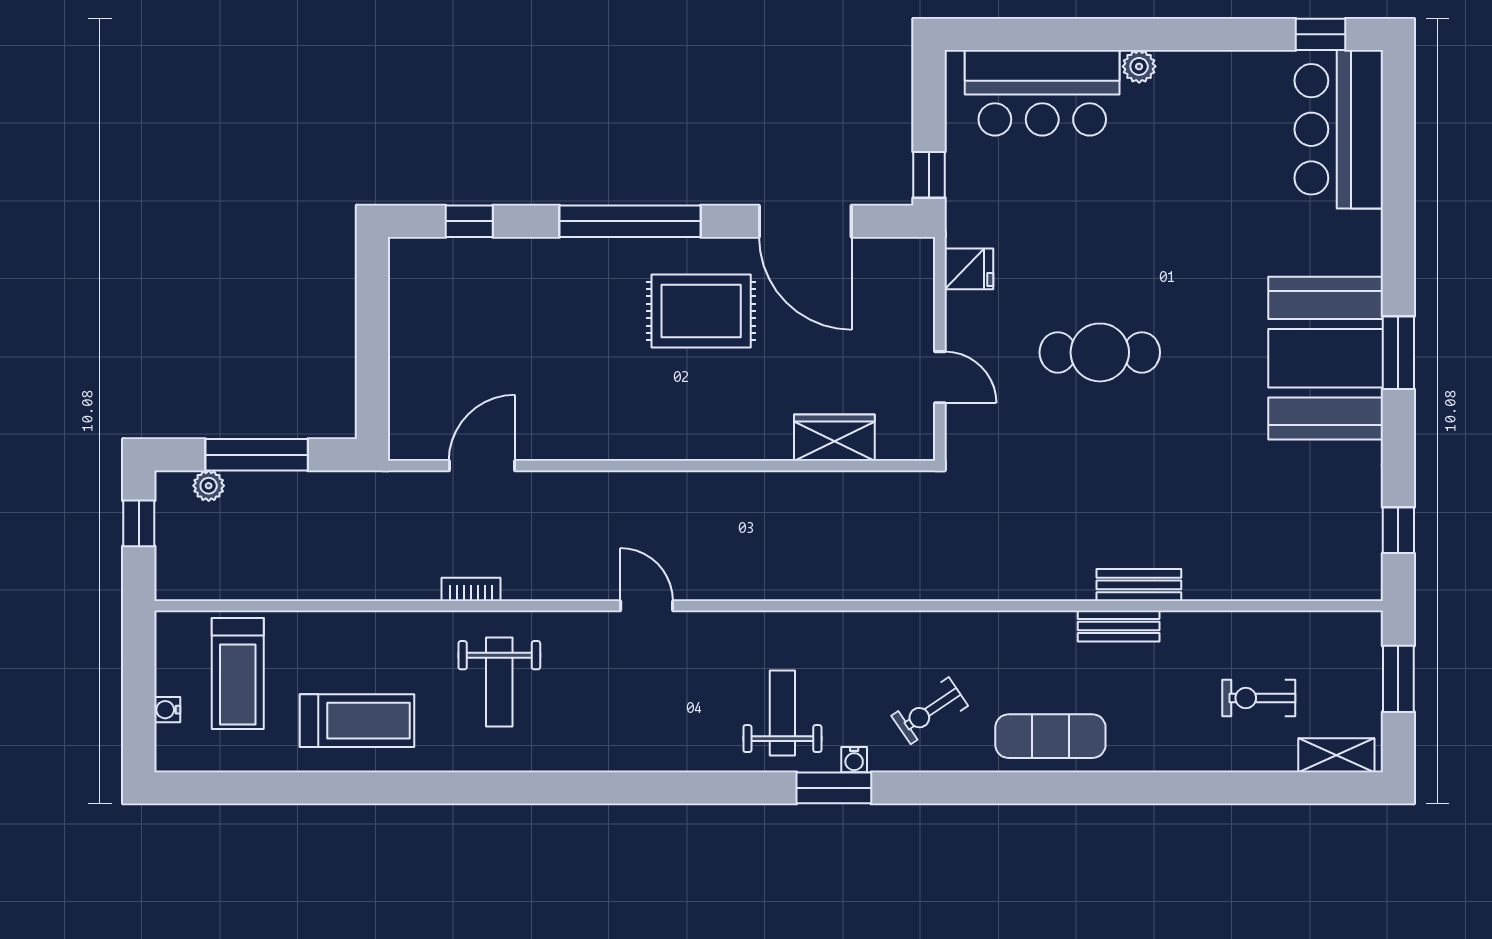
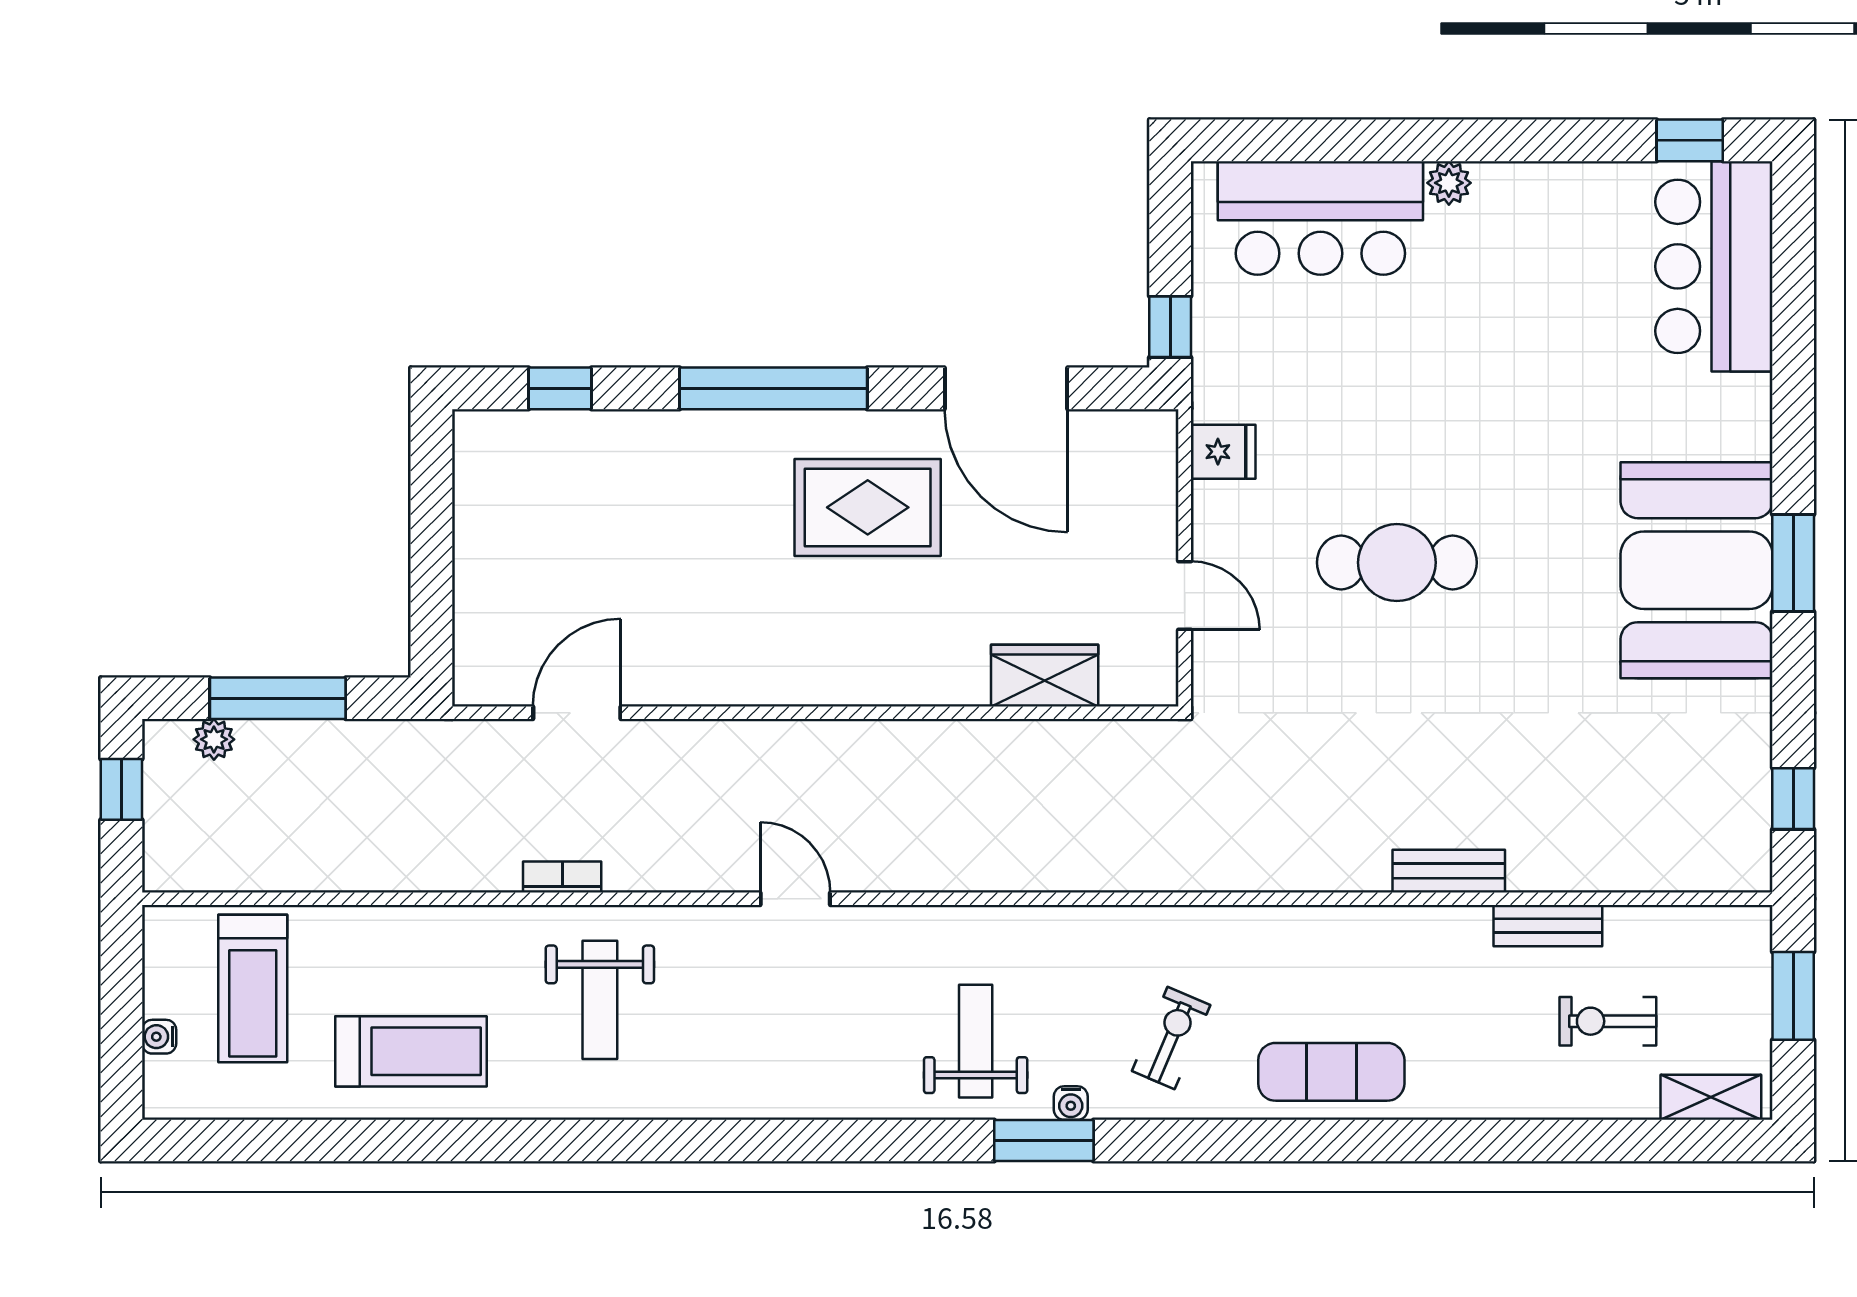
bench: (1119, 626) -> (1548, 926), moved
exercise bike: (930, 711) -> (1171, 1038), turned 147

